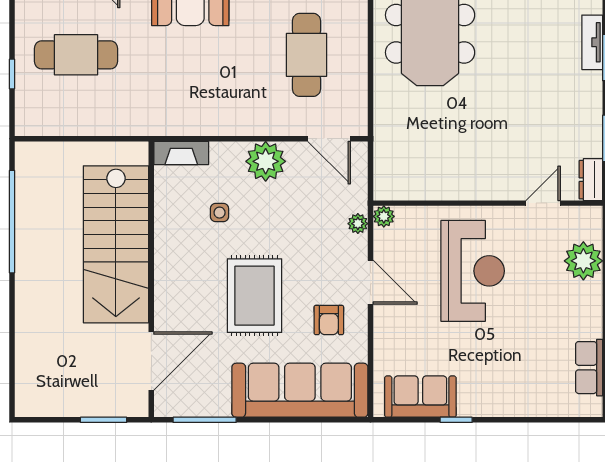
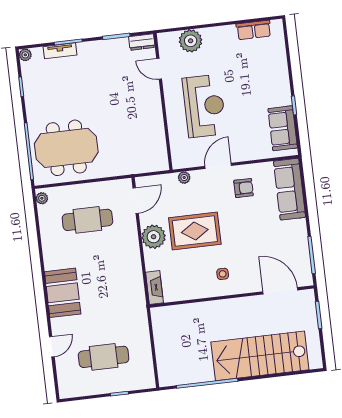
cafe table: (76, 55) -> (104, 357), turned 90
side table: (220, 213) -> (223, 274), moved
plant: (384, 216) -> (178, 163), removed
stairs: (116, 244) -> (260, 356), moved, turned 180
reception desk: (473, 271) -> (204, 106), turned 90
rug: (255, 296) -> (195, 231), moved
sofa: (300, 390) -> (289, 189), width x0.74, depth x0.79

